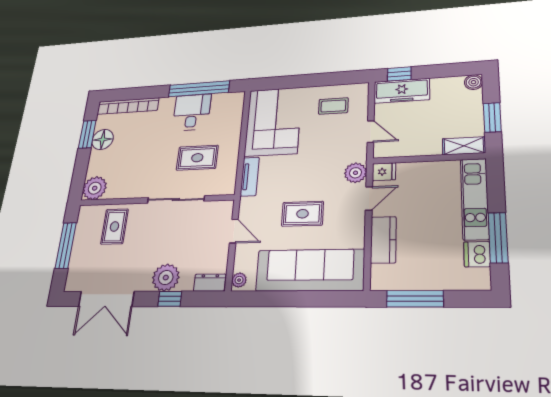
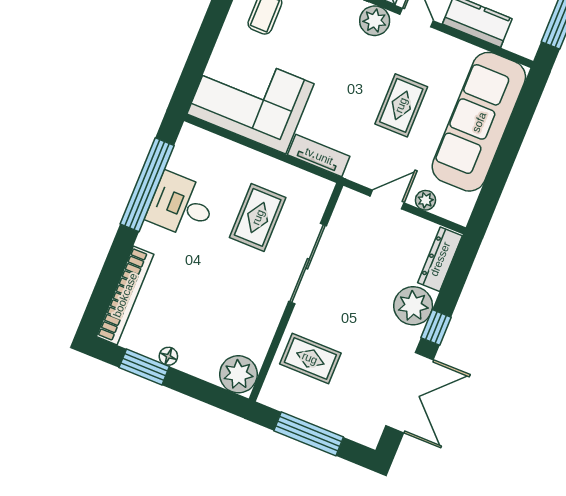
floor lamp: (103, 139) -> (168, 356), width x0.53, depth x0.53
plant: (239, 280) -> (425, 200), moved
dresser: (210, 283) -> (440, 259), width x1.44
window: (170, 299) -> (436, 327), moved

